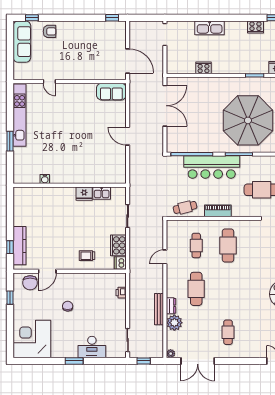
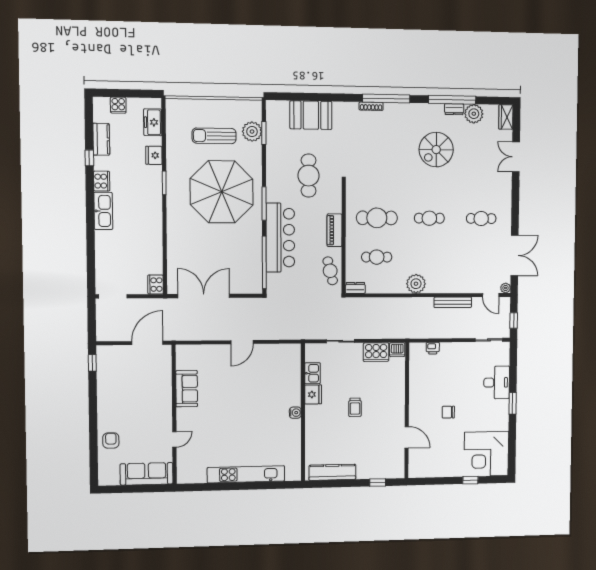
window: (32, 18) -> (94, 463), removed
kitchen sink: (210, 28) -> (103, 211), moved
sofa: (22, 42) -> (147, 474), moved
cooker: (204, 68) -> (156, 285), moved
sofa: (111, 92) -> (187, 389), moved
kitchen unit: (20, 115) -> (246, 474), moved
window: (10, 141) -> (249, 486), removed
water cooler: (45, 179) -> (295, 413), moved
kitchen counter: (19, 246) -> (332, 472), moved
trolley: (87, 256) -> (355, 407), moved
door: (165, 257) -> (491, 295), moved
chair: (30, 283) -> (420, 458), removed
cafe table: (196, 289) -> (429, 218), moved, width x0.73, depth x0.74
window: (10, 298) -> (470, 480), moved
dresser: (171, 306) -> (355, 288), moved
plant: (174, 323) -> (416, 284), moved

